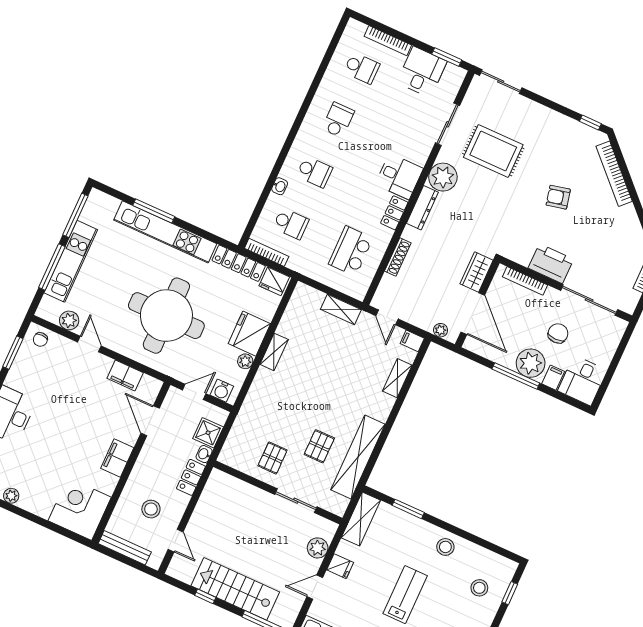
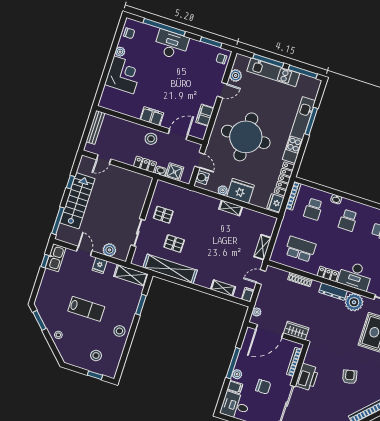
desk: (399, 176) -> (355, 276), width x1.37
plant: (531, 363) -> (237, 374), width x0.53, depth x0.53
corner desk: (80, 509) -> (124, 75), moved
stool: (151, 509) -> (151, 139), moved

